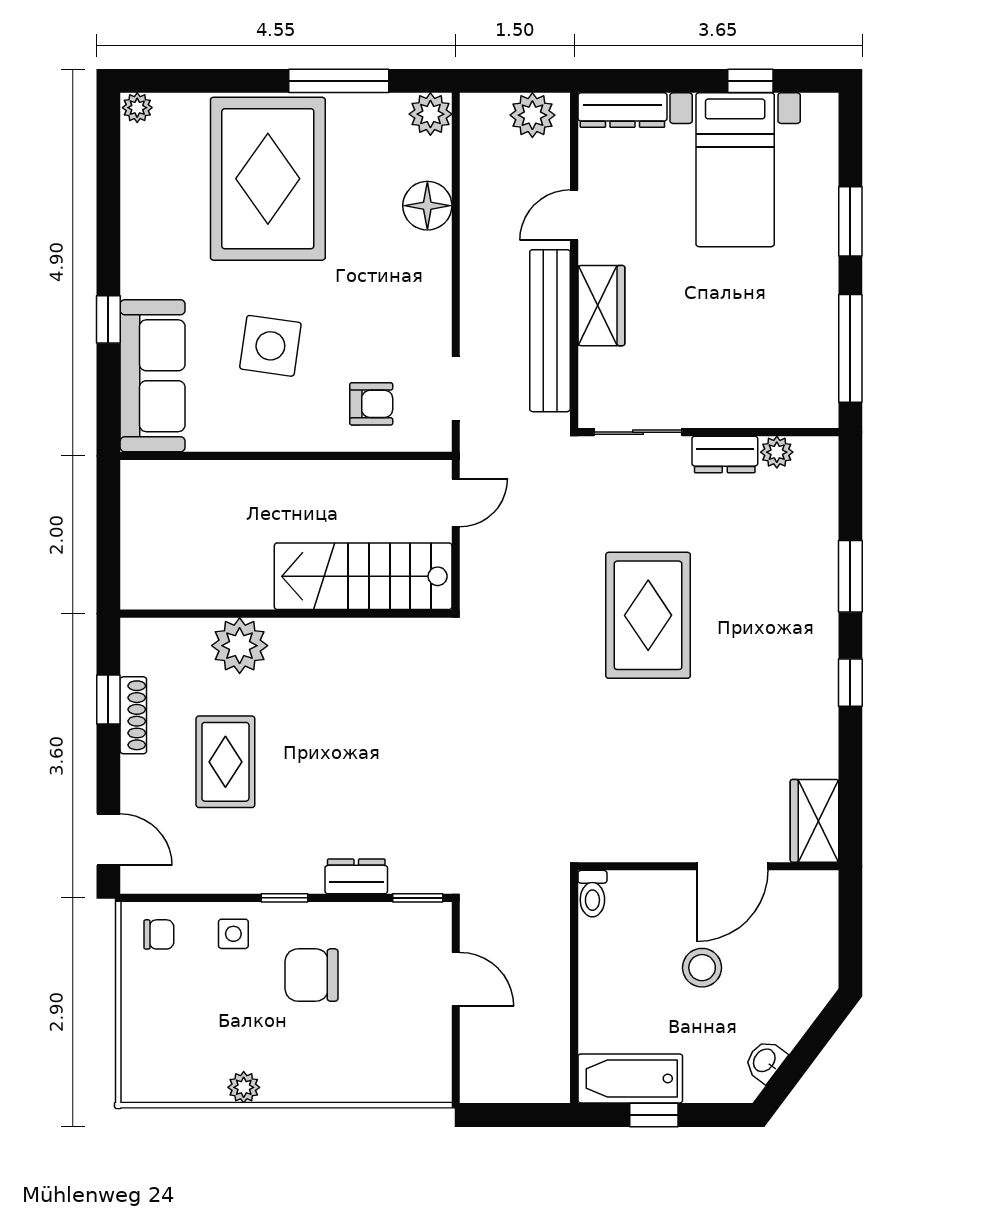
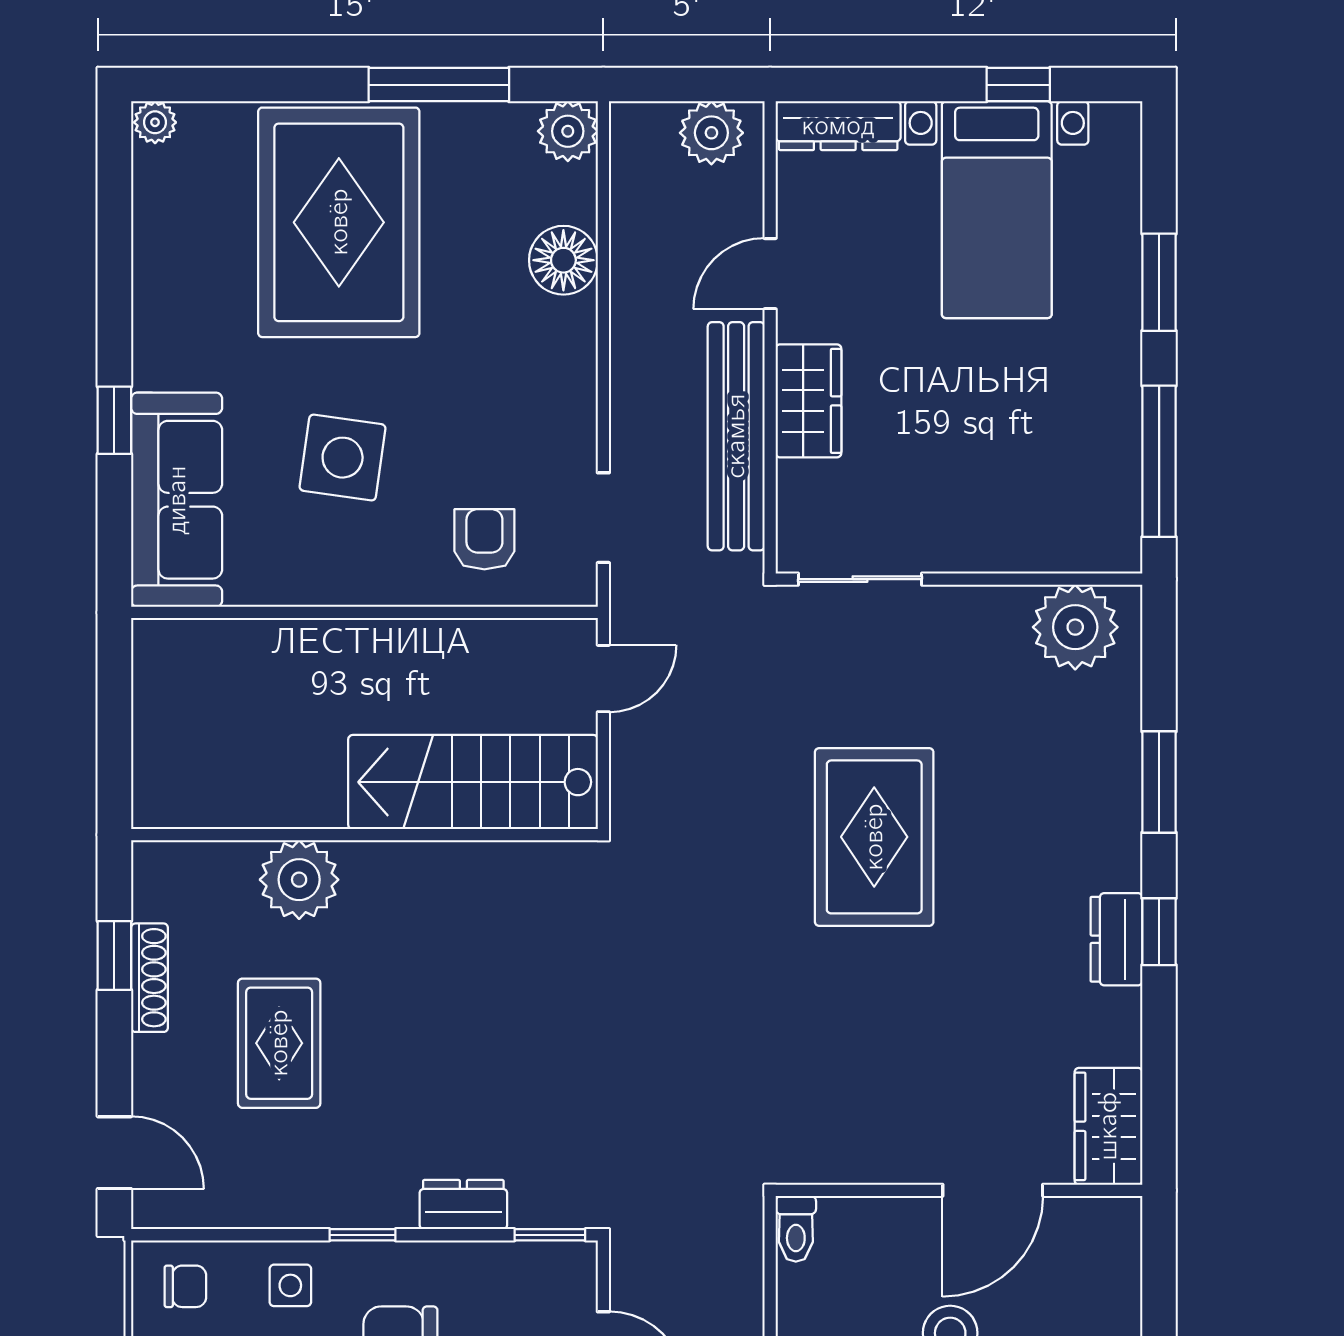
armchair: (371, 404) -> (484, 539), turned -90
plant: (777, 452) -> (1075, 627), width x1.88, depth x1.88
dresser: (725, 454) -> (1116, 939), moved, turned 90

